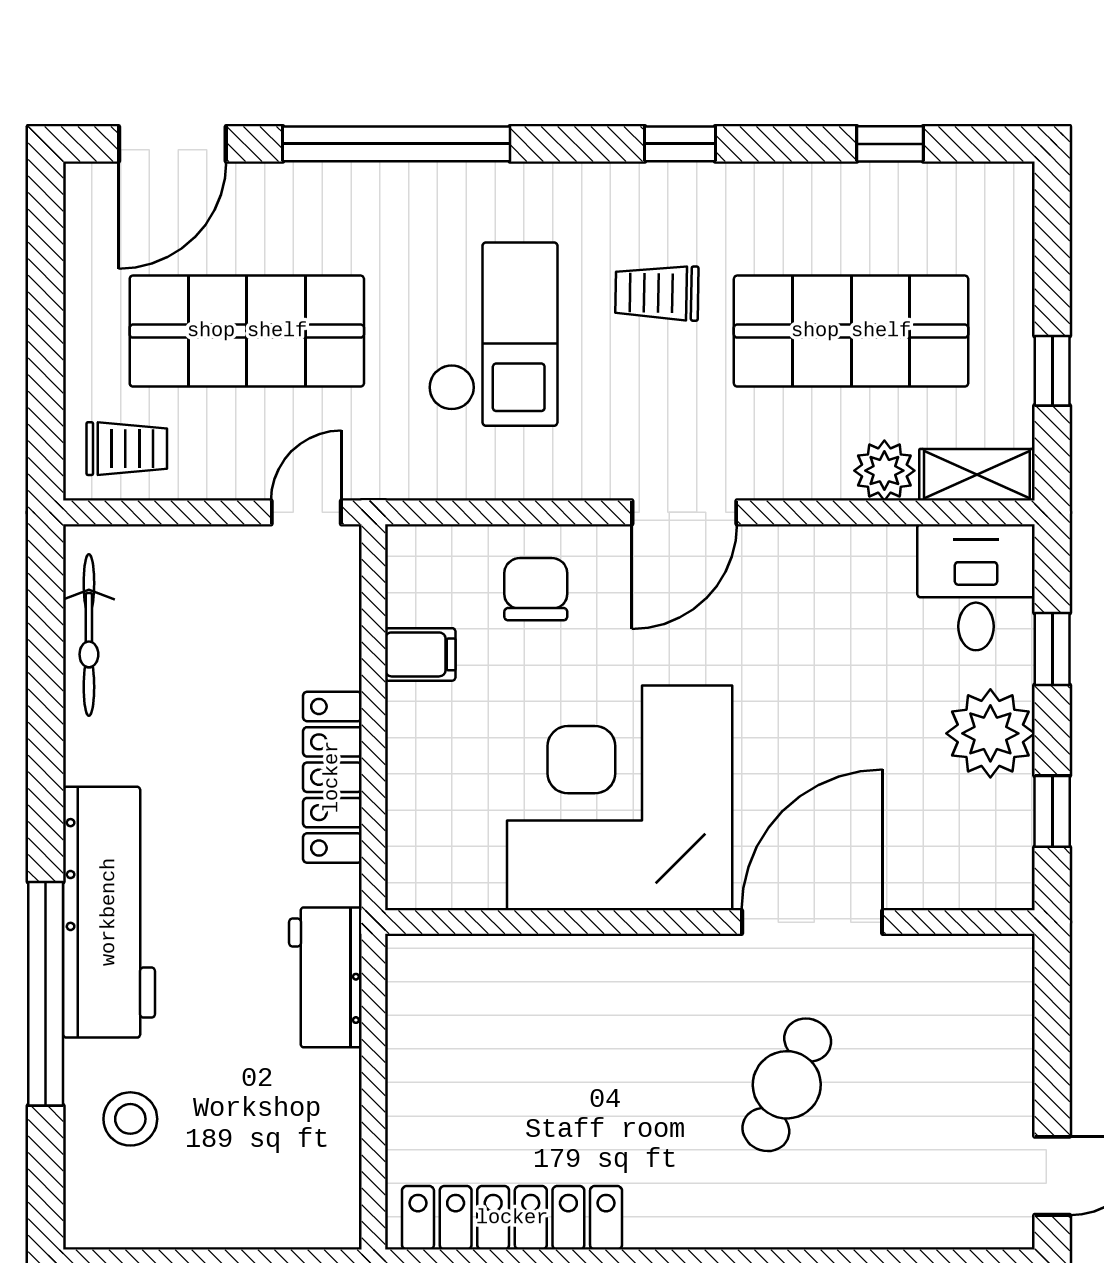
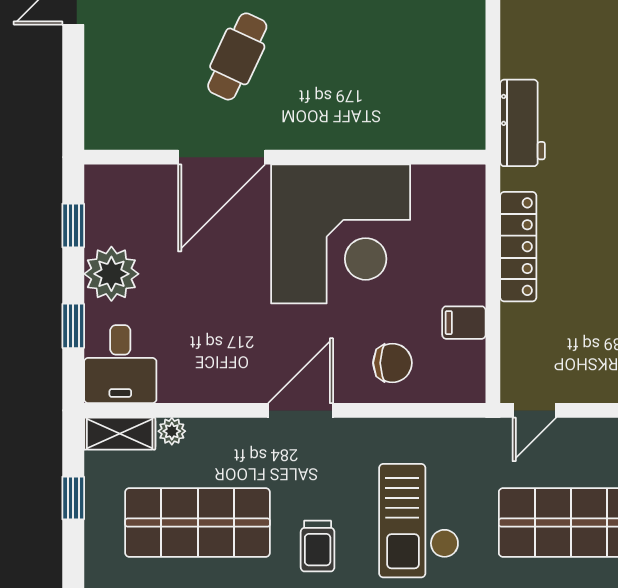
trolley: (657, 293) -> (318, 546), turned 89
plant: (884, 471) -> (172, 431), width x0.73, depth x0.73
chair: (536, 589) -> (392, 363), turned -90

